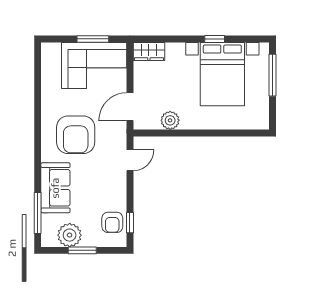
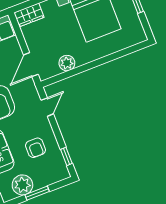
armchair: (112, 222) -> (36, 148), moved

